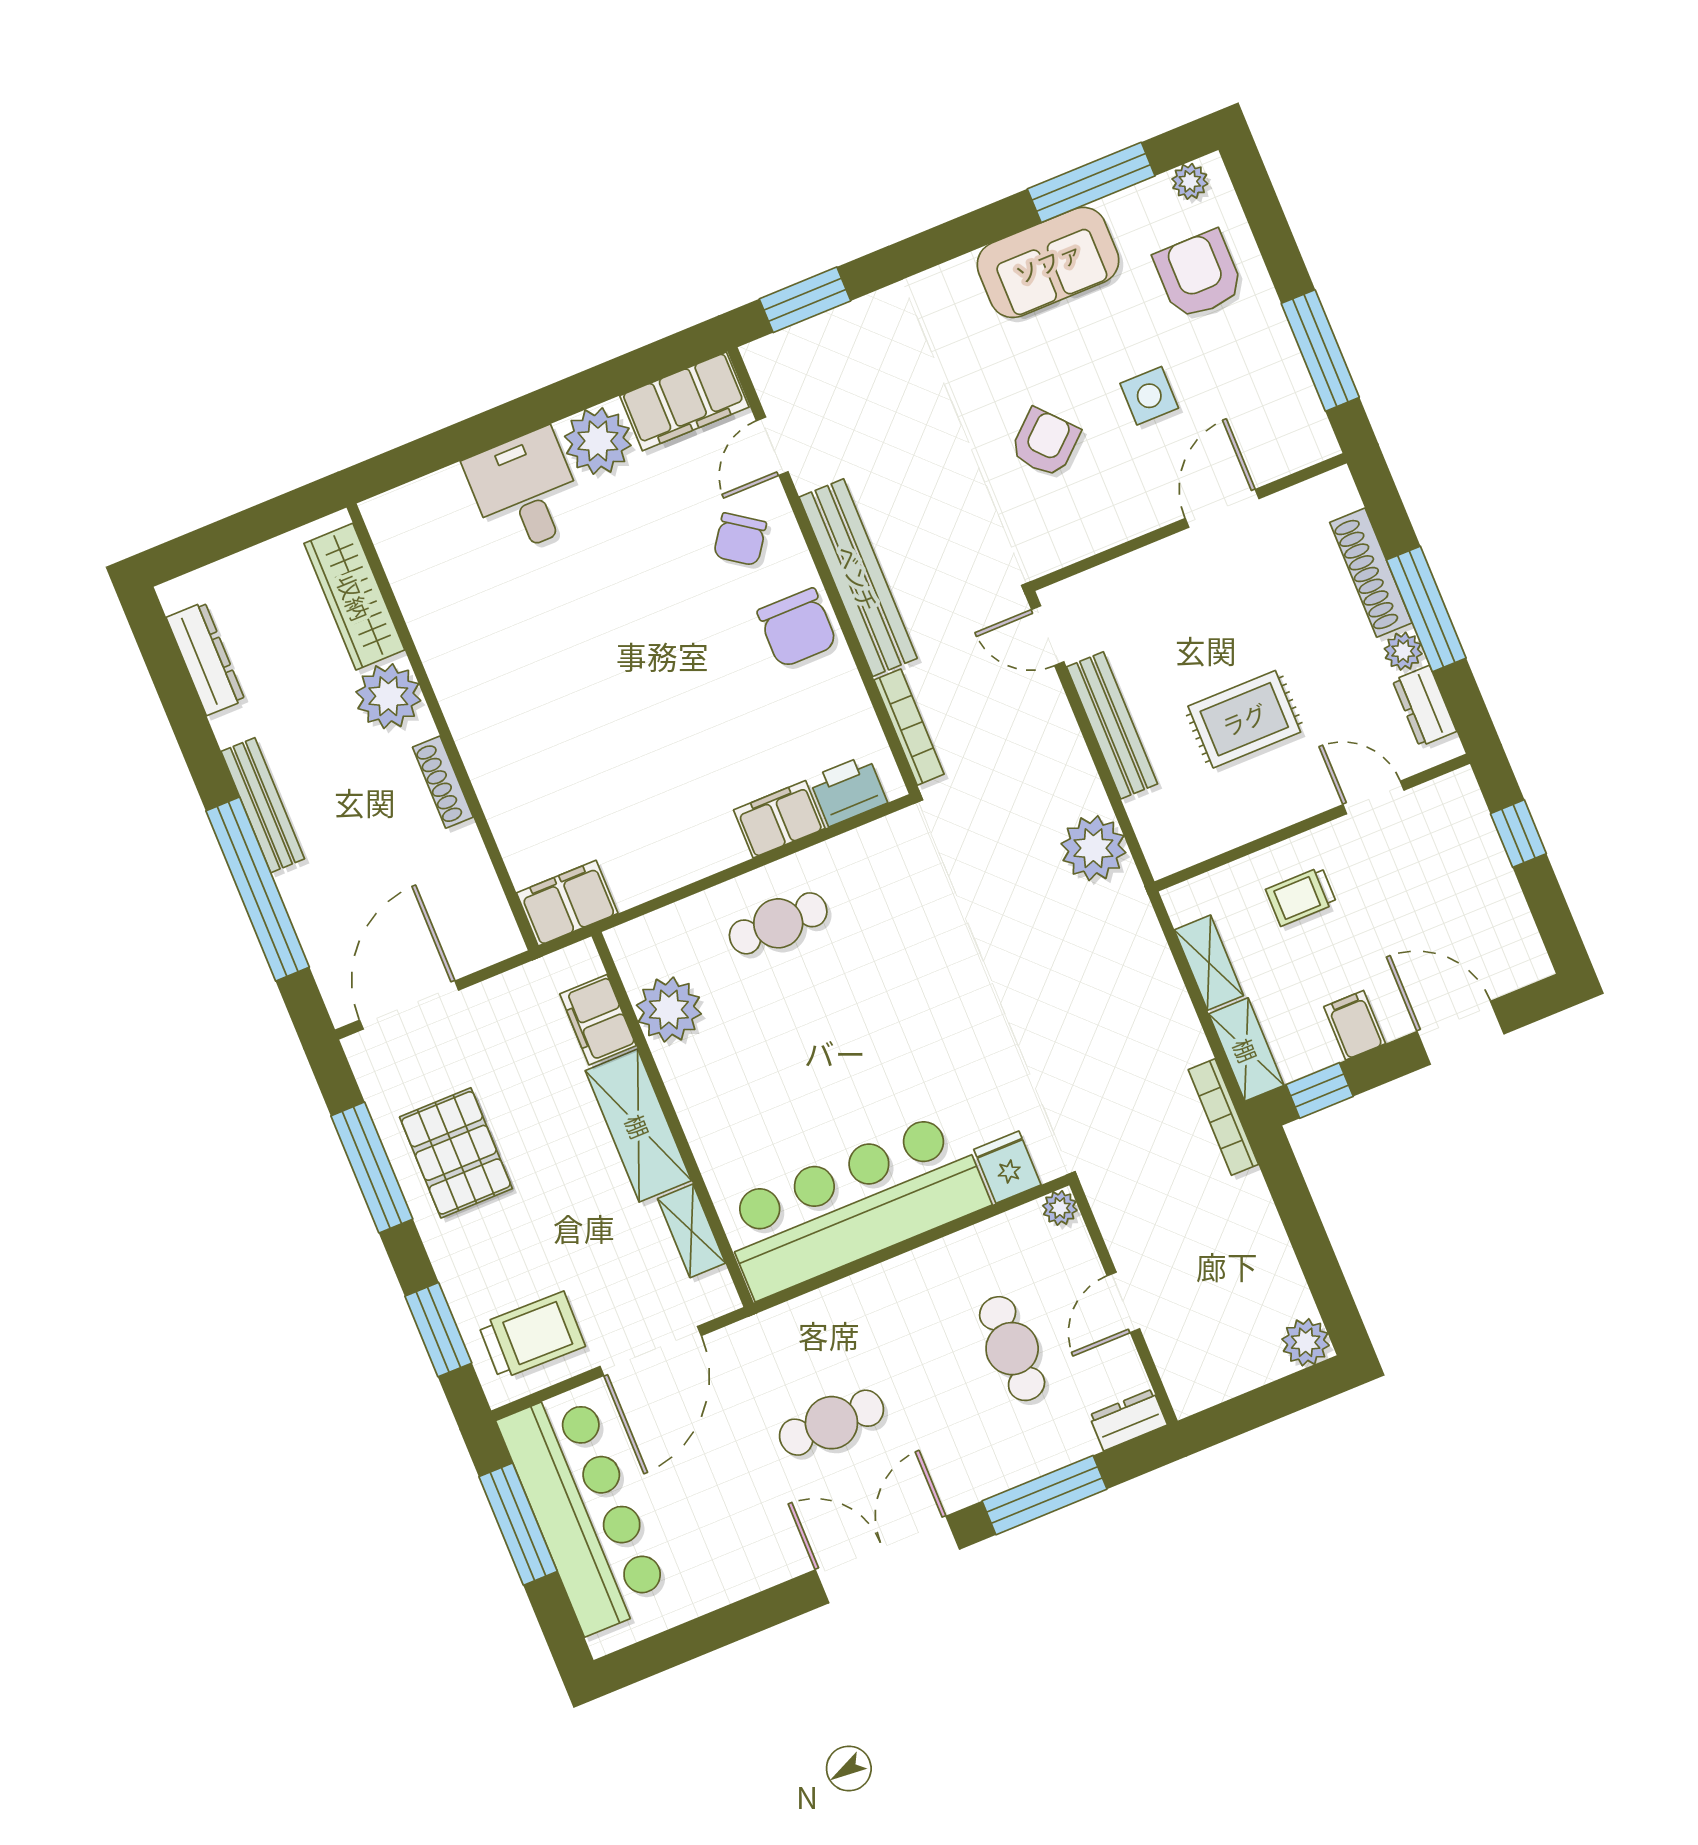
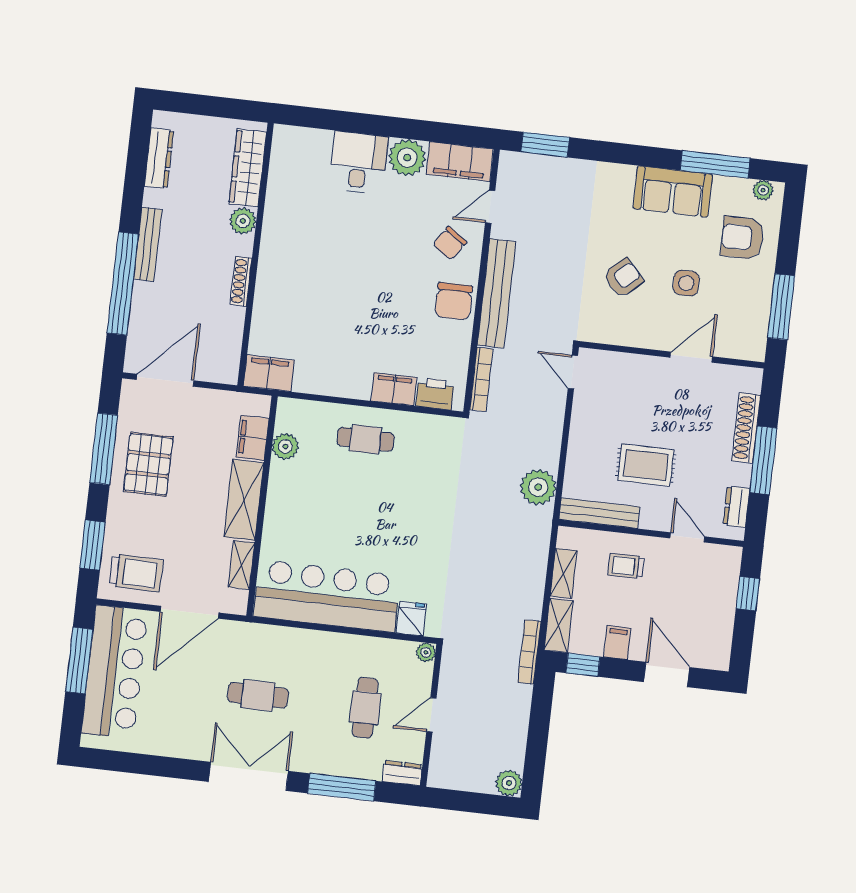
armchair: (1199, 275) -> (742, 238), turned -90
plant: (1403, 651) -> (741, 475), removed
plant: (388, 696) -> (243, 221), width x0.73, depth x0.73
bench: (1112, 725) -> (599, 513), moved, turned 90
plant: (669, 1010) -> (285, 446), width x0.73, depth x0.73

